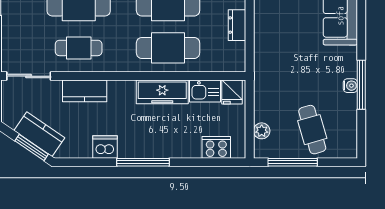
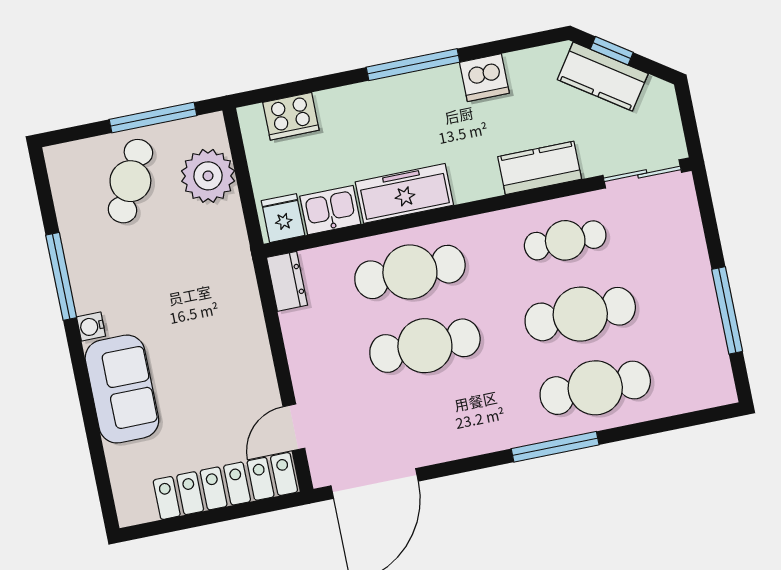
dresser: (237, 25) -> (287, 281), moved
water cooler: (350, 86) -> (91, 327), moved
cafe table: (312, 130) -> (130, 181), turned 43
plant: (262, 131) -> (208, 176), width x1.88, depth x1.88
window: (32, 148) -> (612, 51), width x0.67

